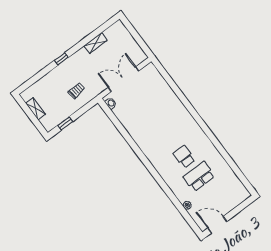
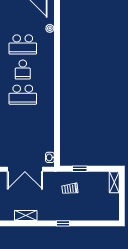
shelving: (35, 109) -> (114, 182), moved
window: (65, 123) -> (80, 169), moved
school desk: (169, 137) -> (23, 95), added

